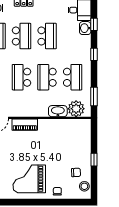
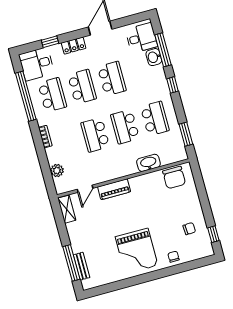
window: (94, 24) -> (163, 50), width x2.17
plant: (76, 109) -> (169, 154), removed
chair: (75, 128) -> (174, 178), added
window: (94, 160) -> (213, 234), moved
grand piano: (29, 179) -> (137, 251), turned -90
stool: (84, 186) -> (203, 242), removed

